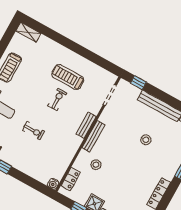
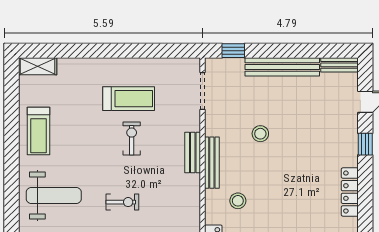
treadmill: (68, 77) -> (129, 99), turned 180
stool: (146, 140) -> (260, 134), moved

